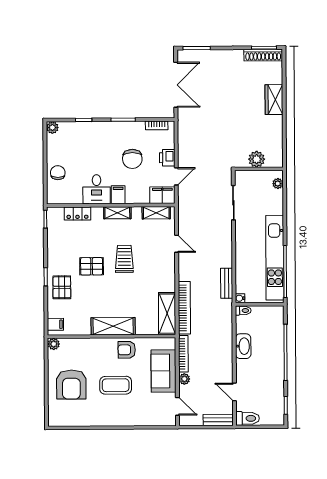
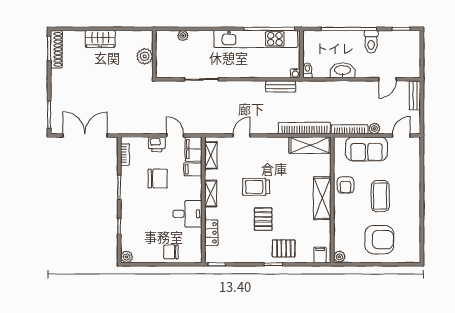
plant: (257, 159) -> (145, 56), moved
wall: (259, 169) -> (154, 54), moved
filing cabinet: (118, 195) -> (193, 169), moved
toilet: (248, 418) -> (371, 42), moved, turned 180

